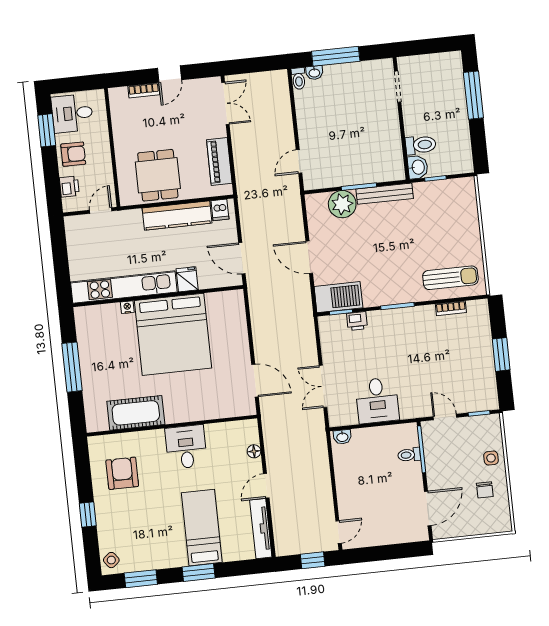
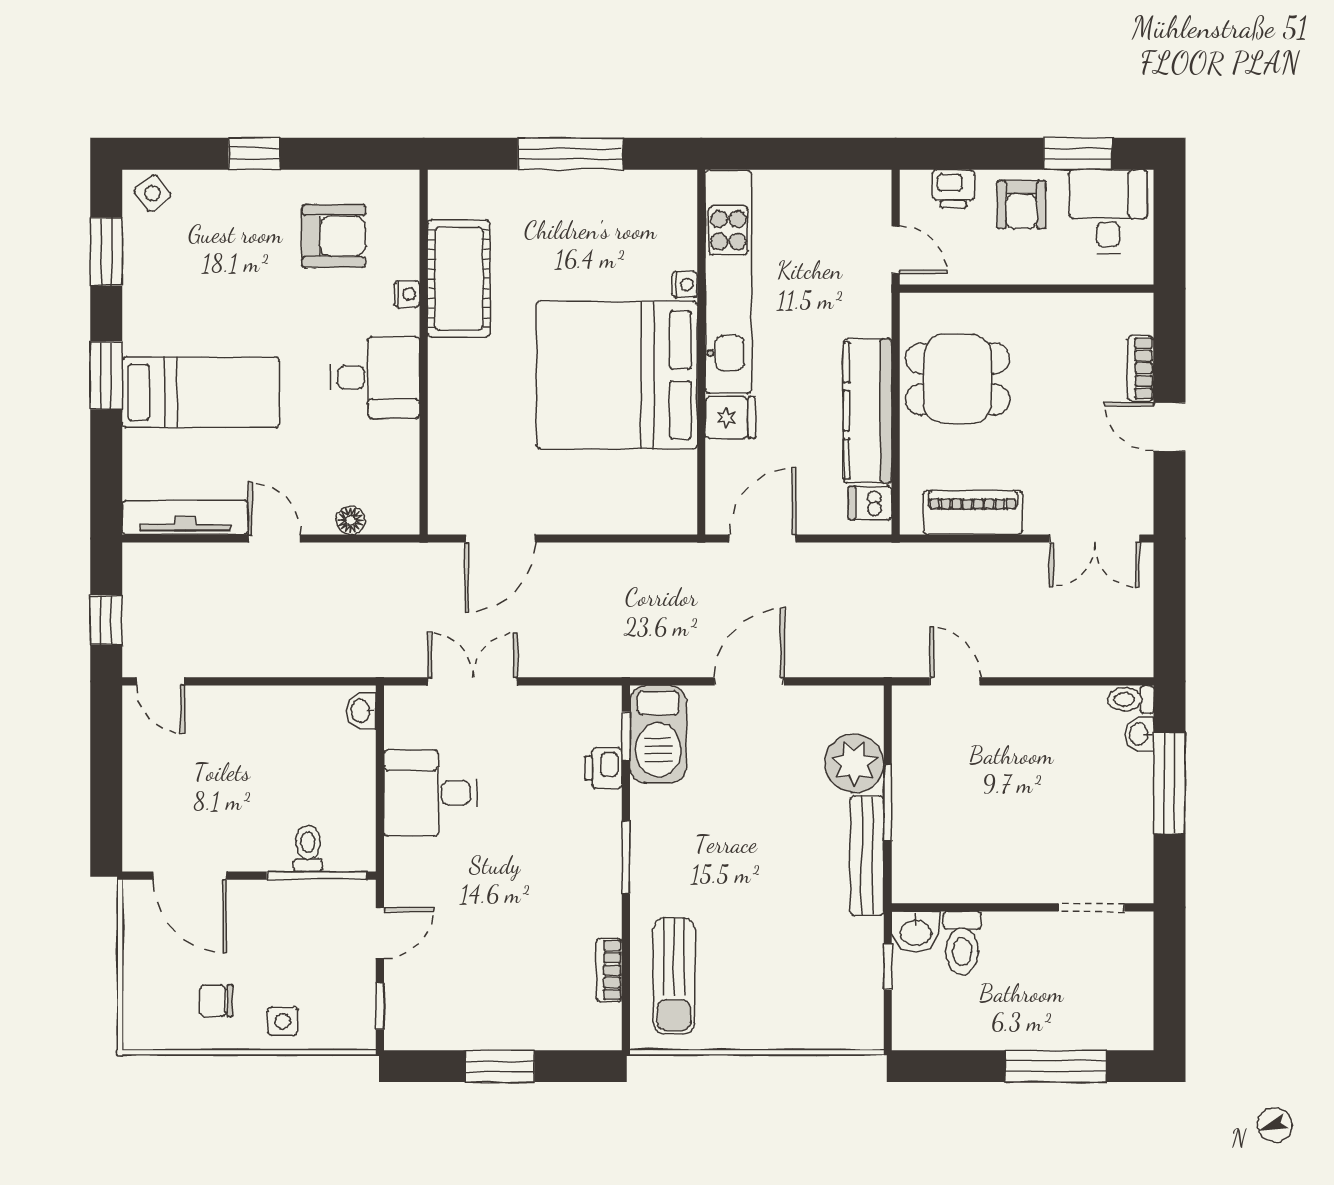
nightstand: (146, 436) -> (407, 294), added

